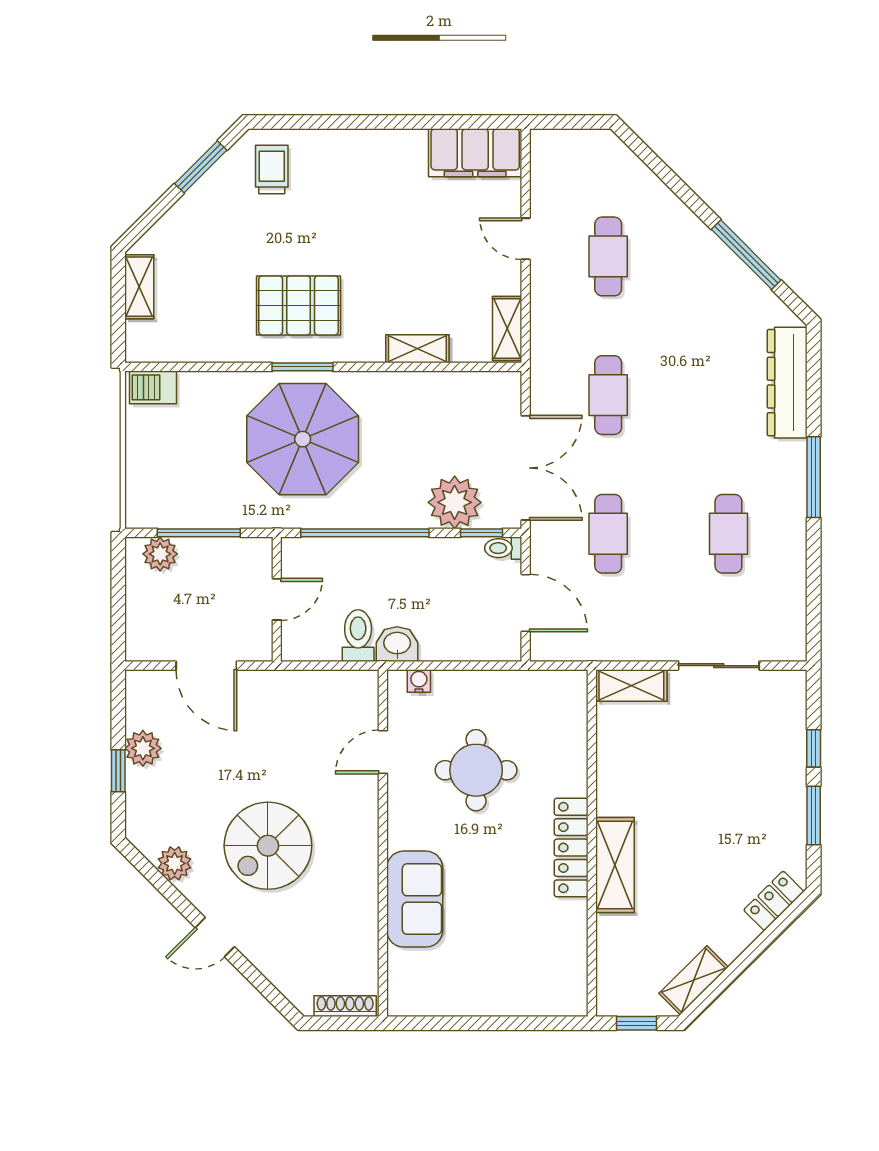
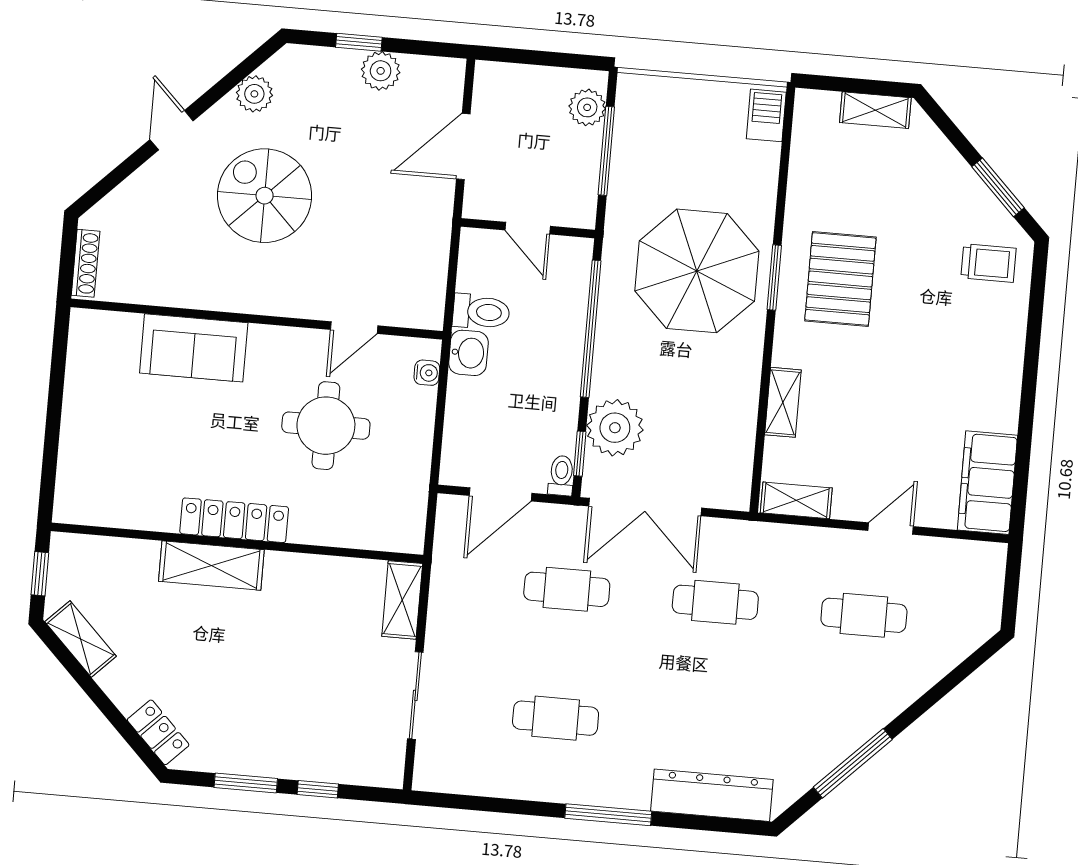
door: (383, 752) -> (354, 328), swing flipped

